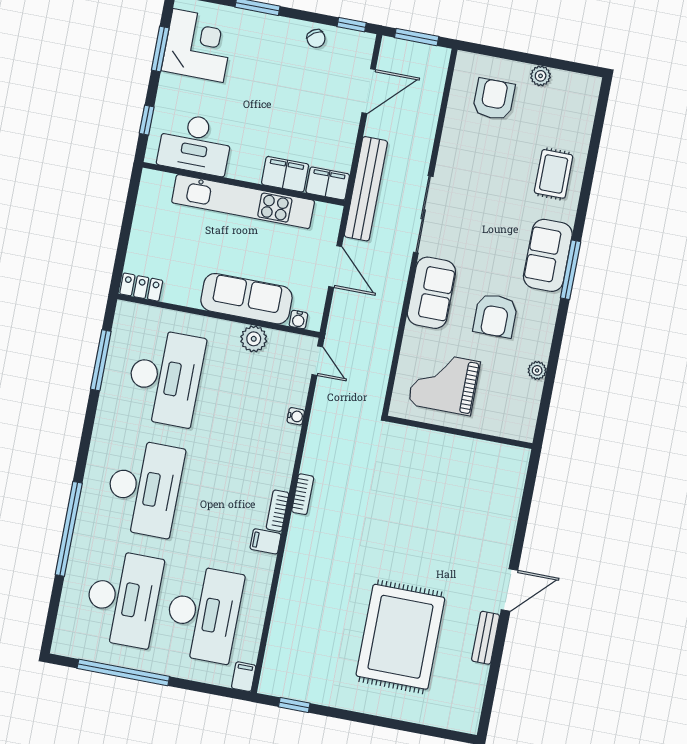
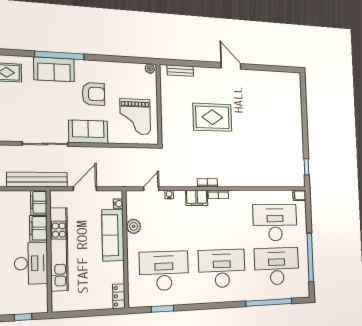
desk: (195, 144) -> (31, 263), moved
window: (571, 270) -> (60, 55), width x1.46
window: (101, 360) -> (162, 309), width x0.69
door: (317, 361) -> (151, 189), moved
plant: (537, 370) -> (150, 69), moved
window: (69, 529) -> (269, 302), moved
filing cabinet: (265, 541) -> (197, 198), moved, width x2.00
rug: (400, 637) -> (212, 117), moved, width x0.73, depth x0.69
bench: (486, 638) -> (180, 71), moved

